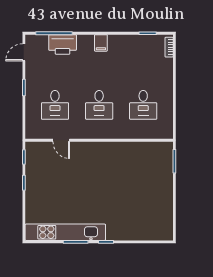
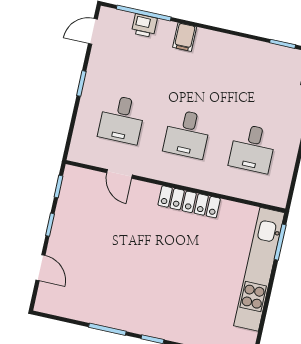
filing cabinet: (101, 43) -> (185, 37), moved
printer: (63, 44) -> (144, 26), width x0.53, depth x0.68
locker: (110, 148) -> (189, 202), added
door: (24, 212) -> (41, 268), added
kitchen unit: (65, 232) -> (259, 269), moved, turned -90

